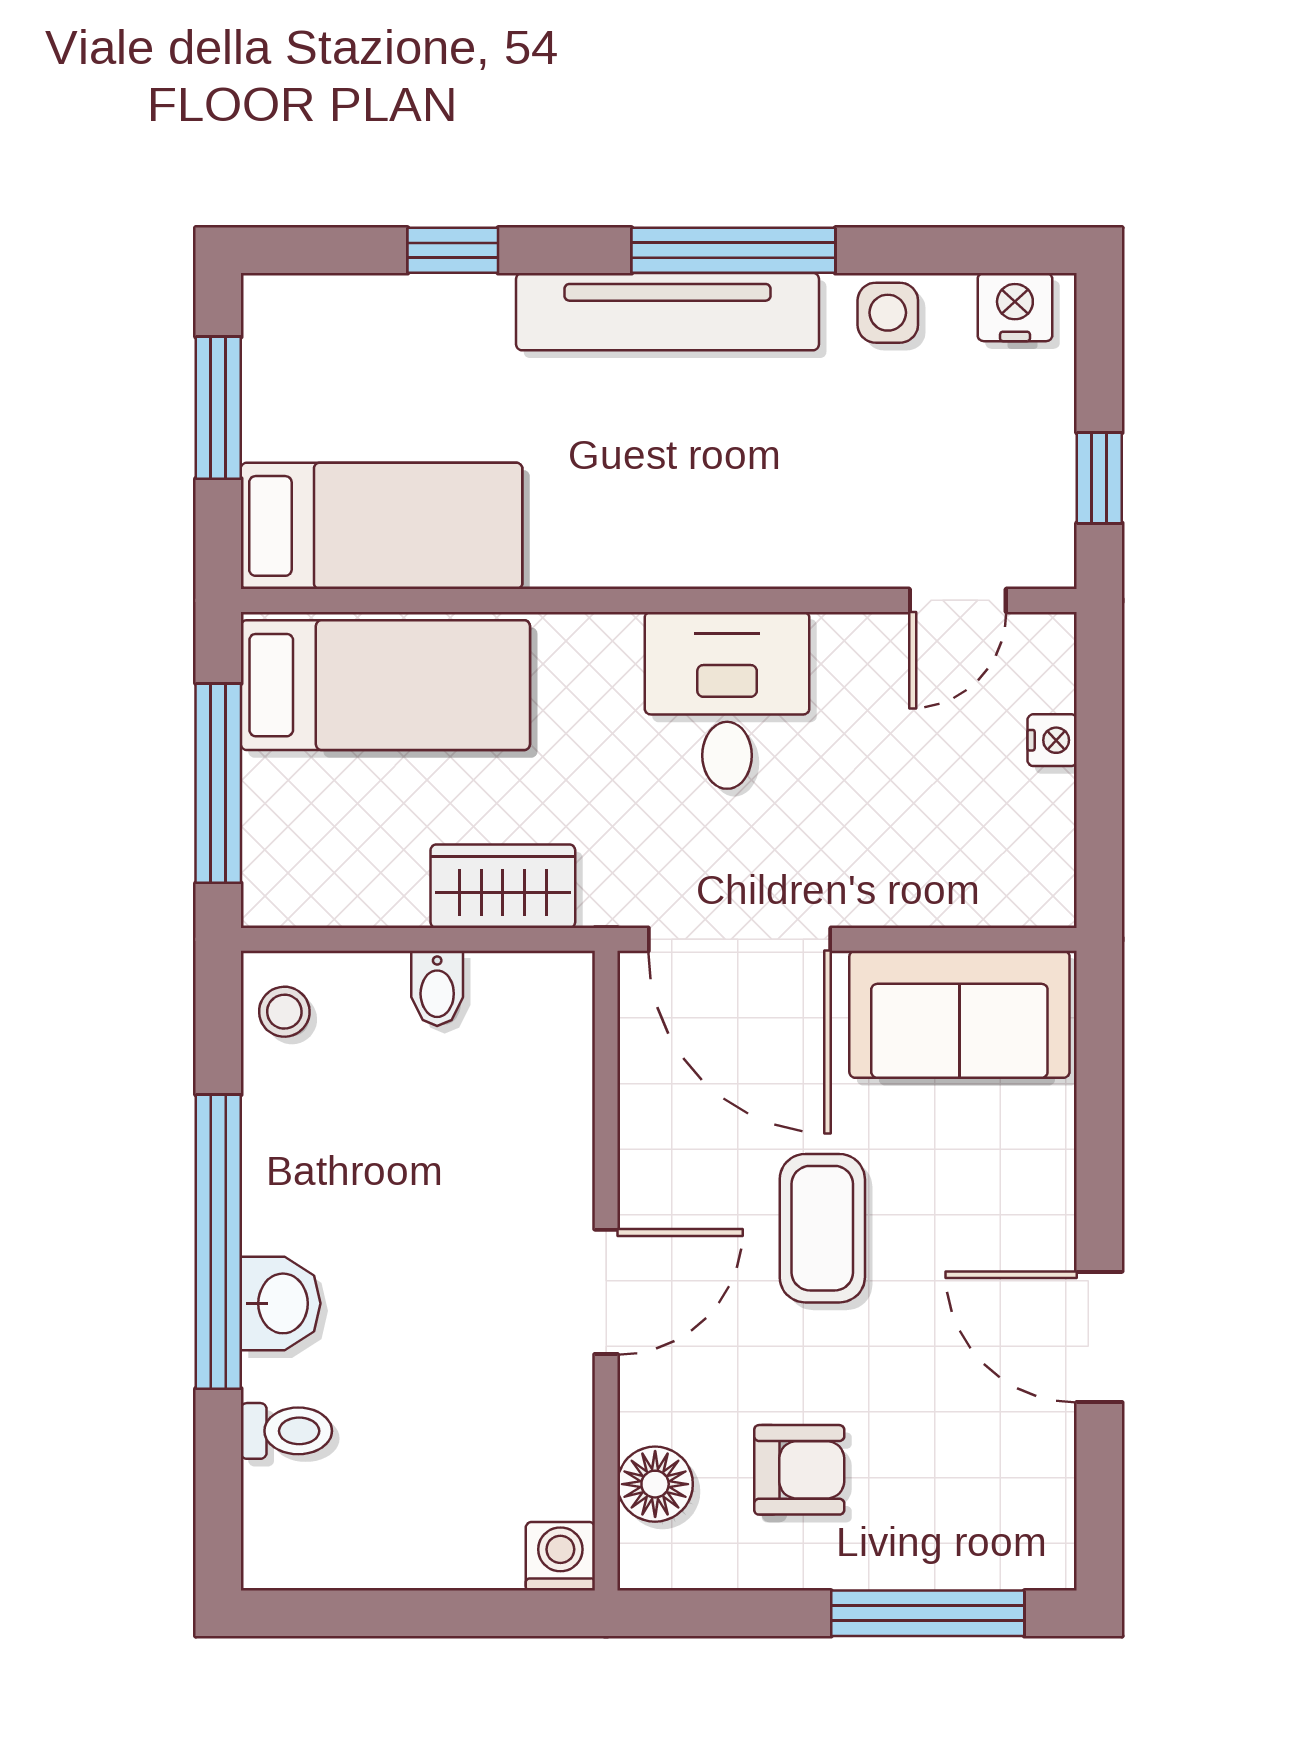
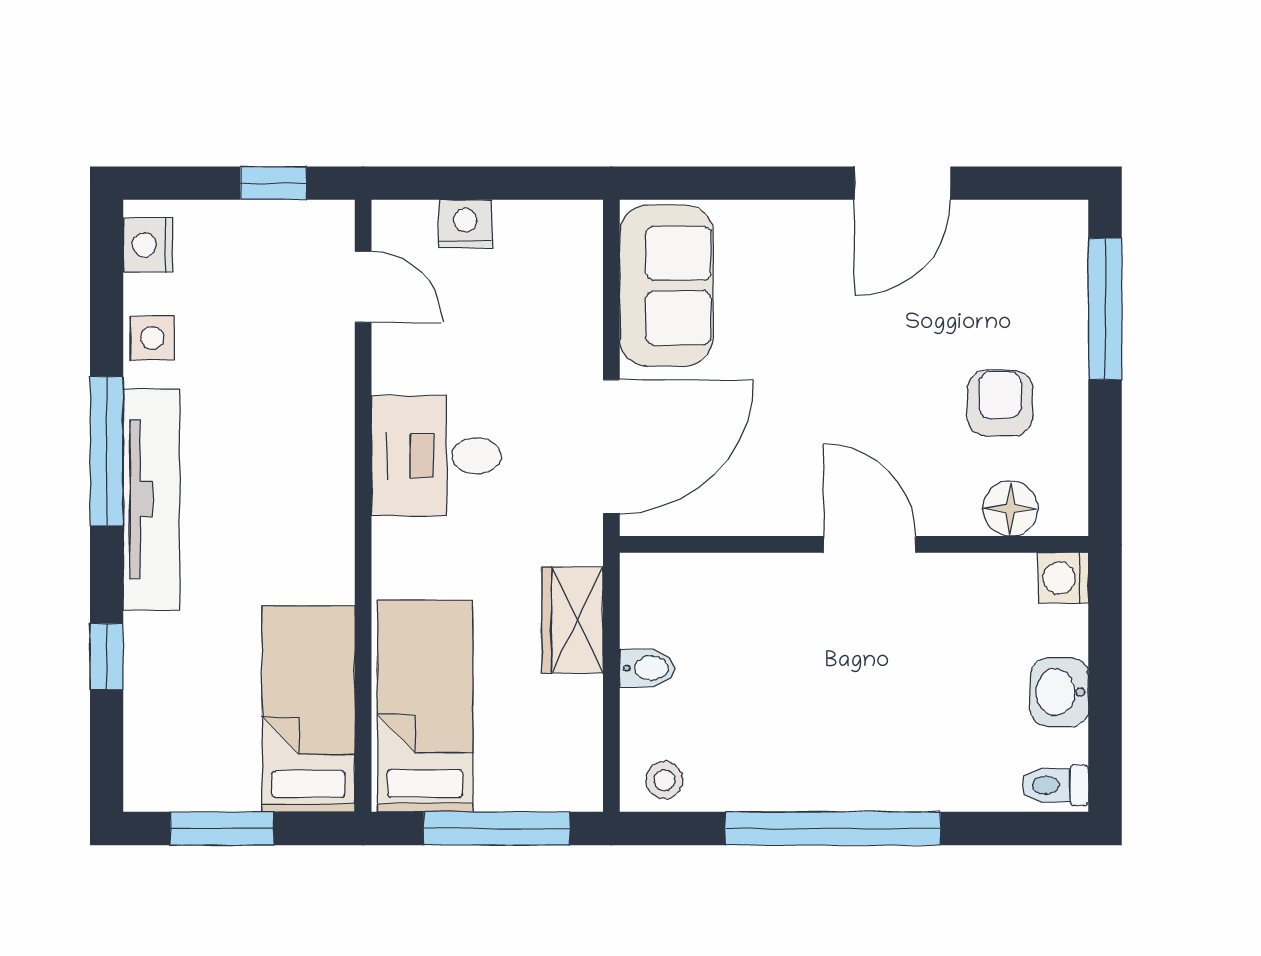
nightstand: (1052, 740) -> (465, 224), width x1.39, depth x1.35
coffee table: (822, 1228) -> (823, 386), removed
washbasin: (281, 1303) -> (1059, 692), moved, turned -90
toilet: (286, 1431) -> (1055, 785), moved, turned -90

